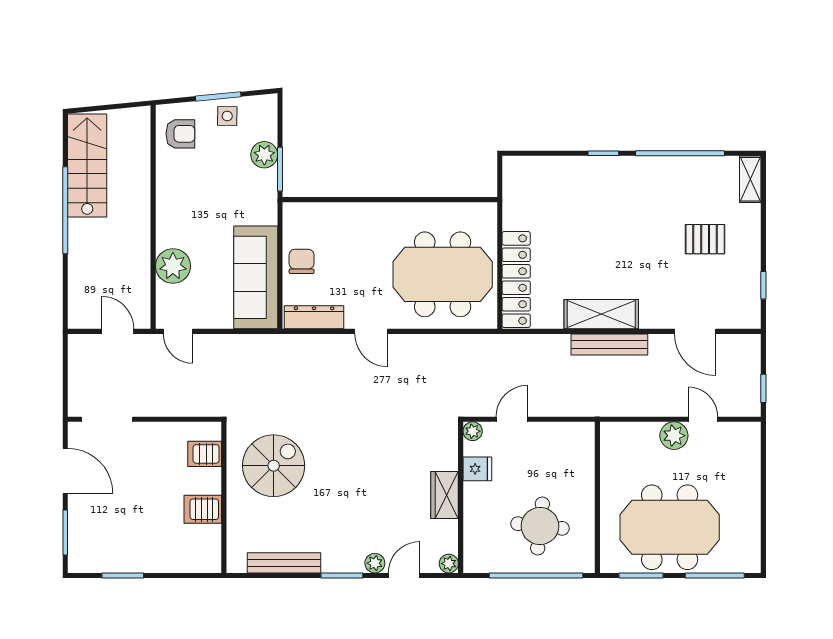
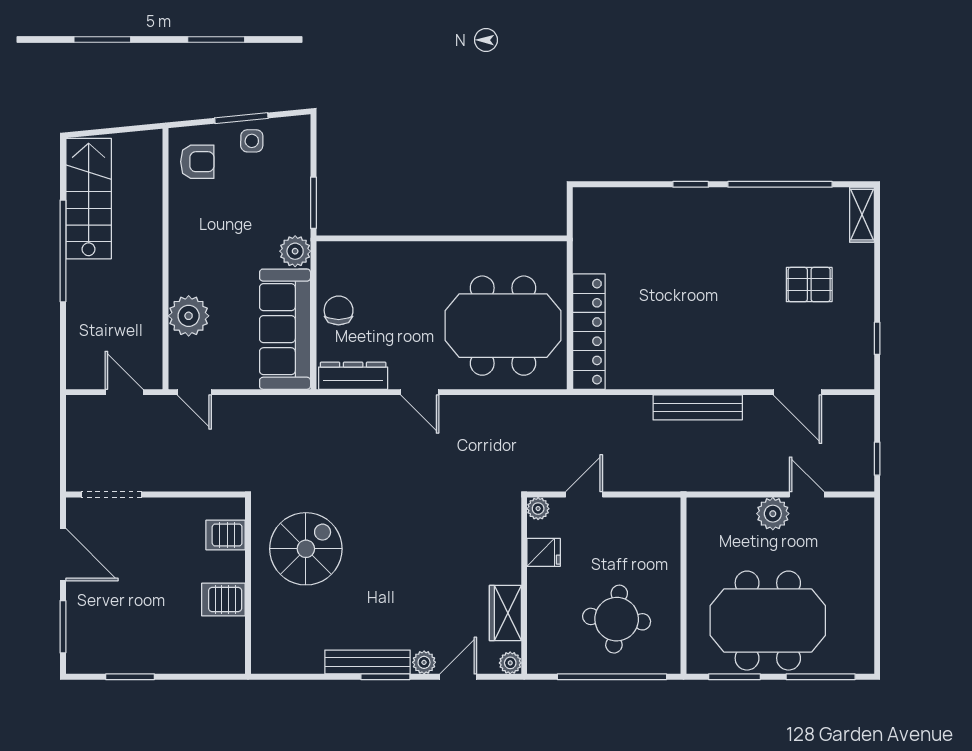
plant: (264, 155) -> (295, 251), moved
shelving: (601, 314) -> (688, 372), removed
wardrobe: (445, 495) -> (505, 613), moved
bench: (284, 563) -> (368, 662), moved

